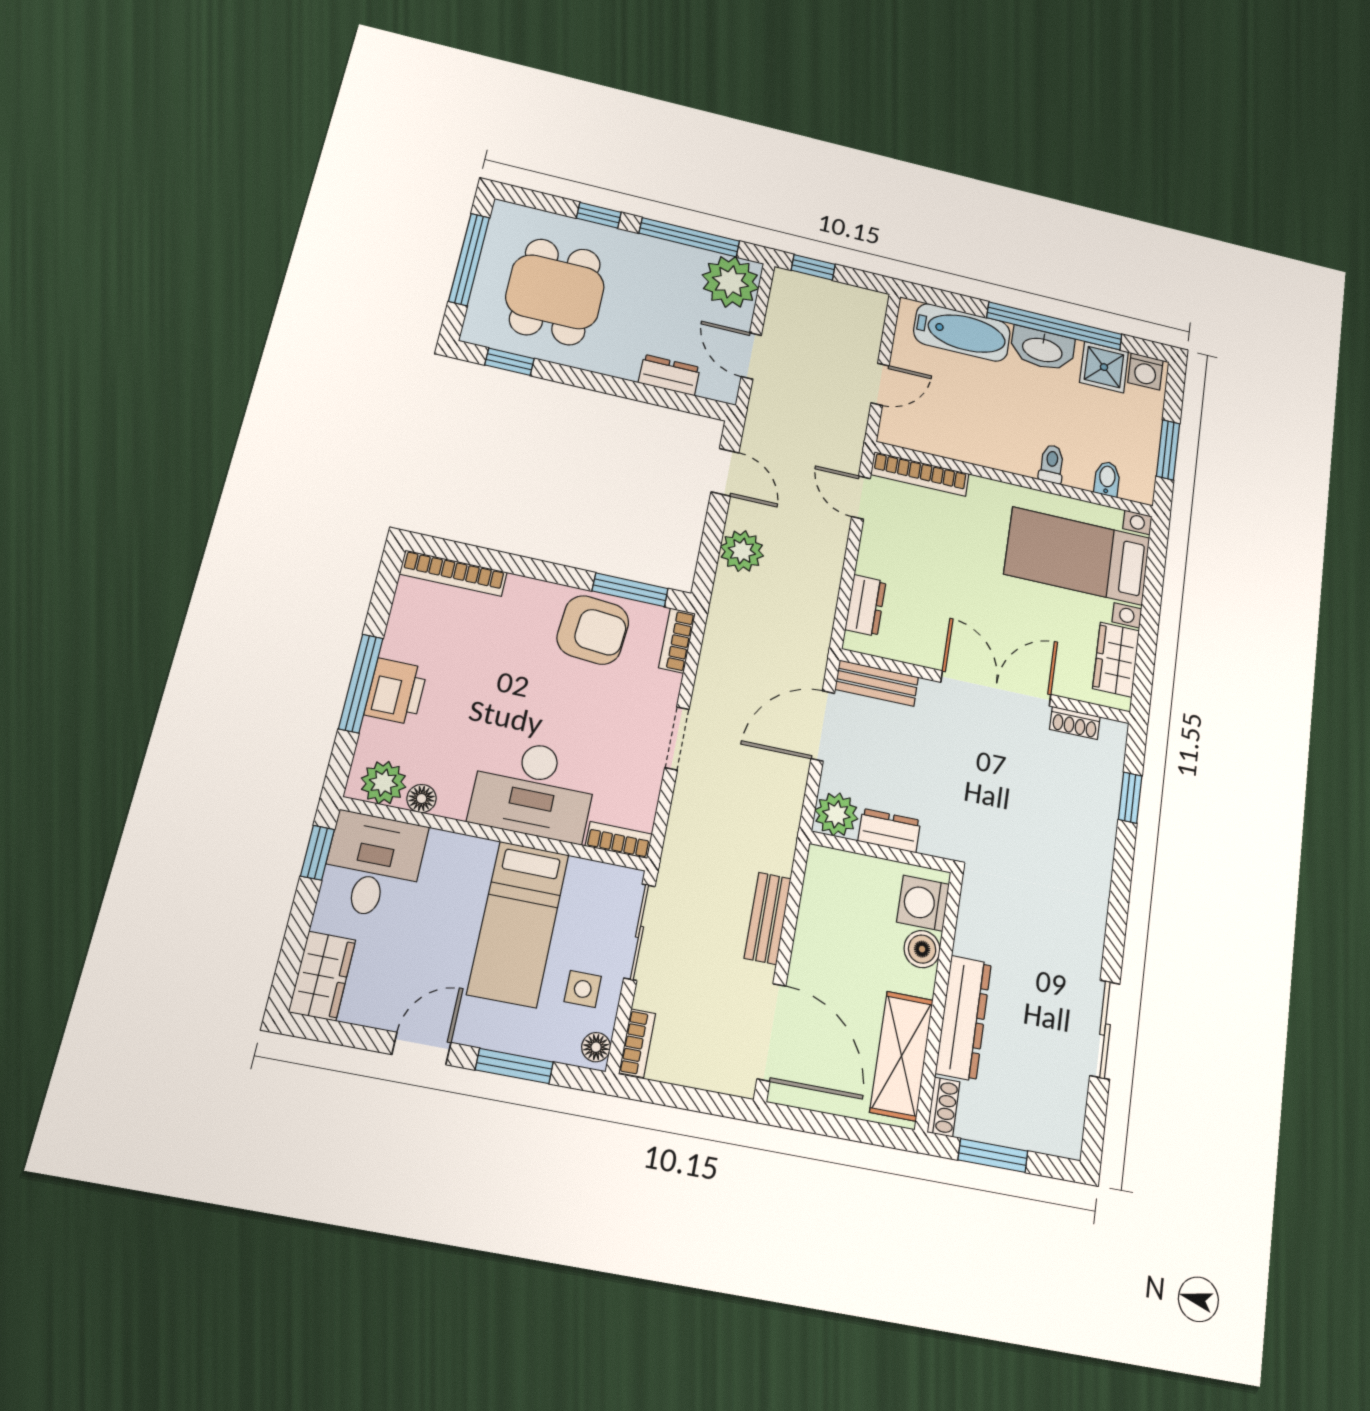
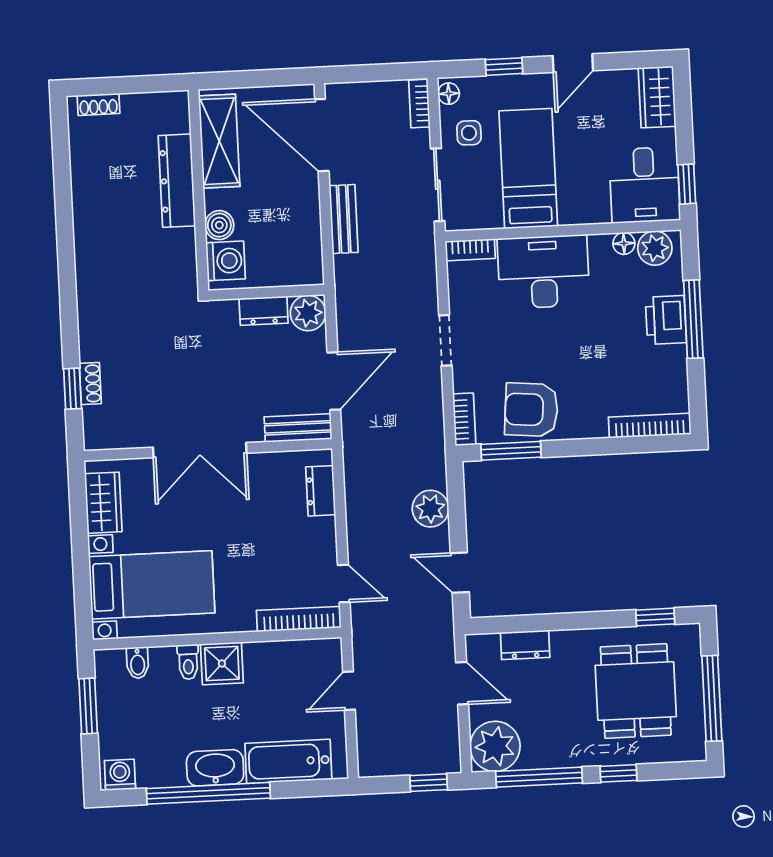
shower: (1104, 367) -> (222, 664), moved
shoe rack: (1075, 723) -> (90, 383), moved, turned 90
sliding door: (1105, 1030) -> (63, 199), removed
window: (514, 1066) -> (504, 67), width x0.67
shoe rack: (943, 1107) -> (98, 104), moved, turned -90
window: (993, 1156) -> (135, 85), removed

